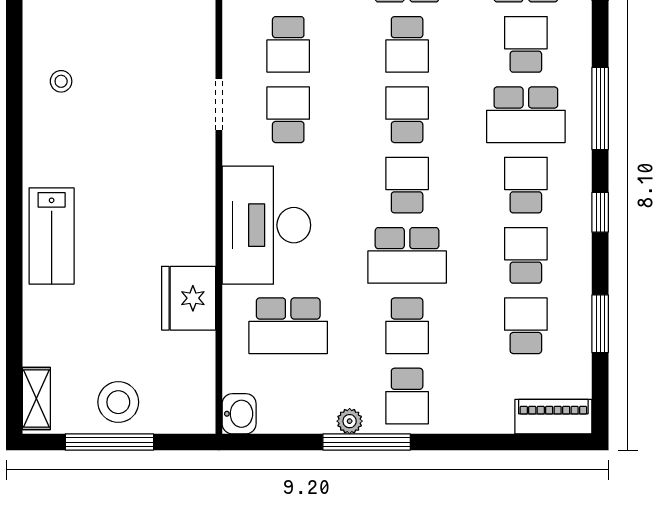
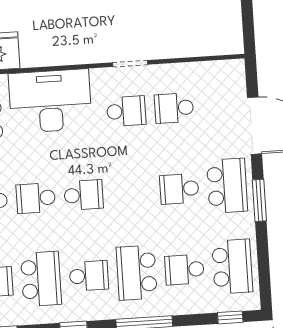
school desk: (526, 44) -> (184, 270), turned 180
school desk: (407, 115) -> (131, 192), removed
school desk: (407, 255) -> (36, 198), width x0.54
school desk: (526, 255) -> (41, 279), width x1.85

